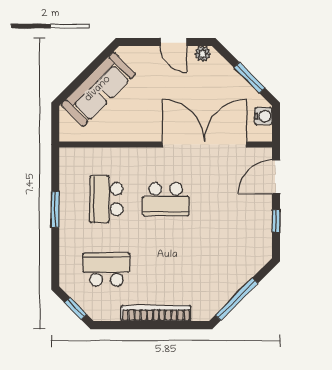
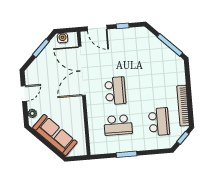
plant: (203, 54) -> (32, 113), moved
school desk: (106, 270) -> (159, 122), turned 180
bookcase: (156, 313) -> (183, 106), moved

